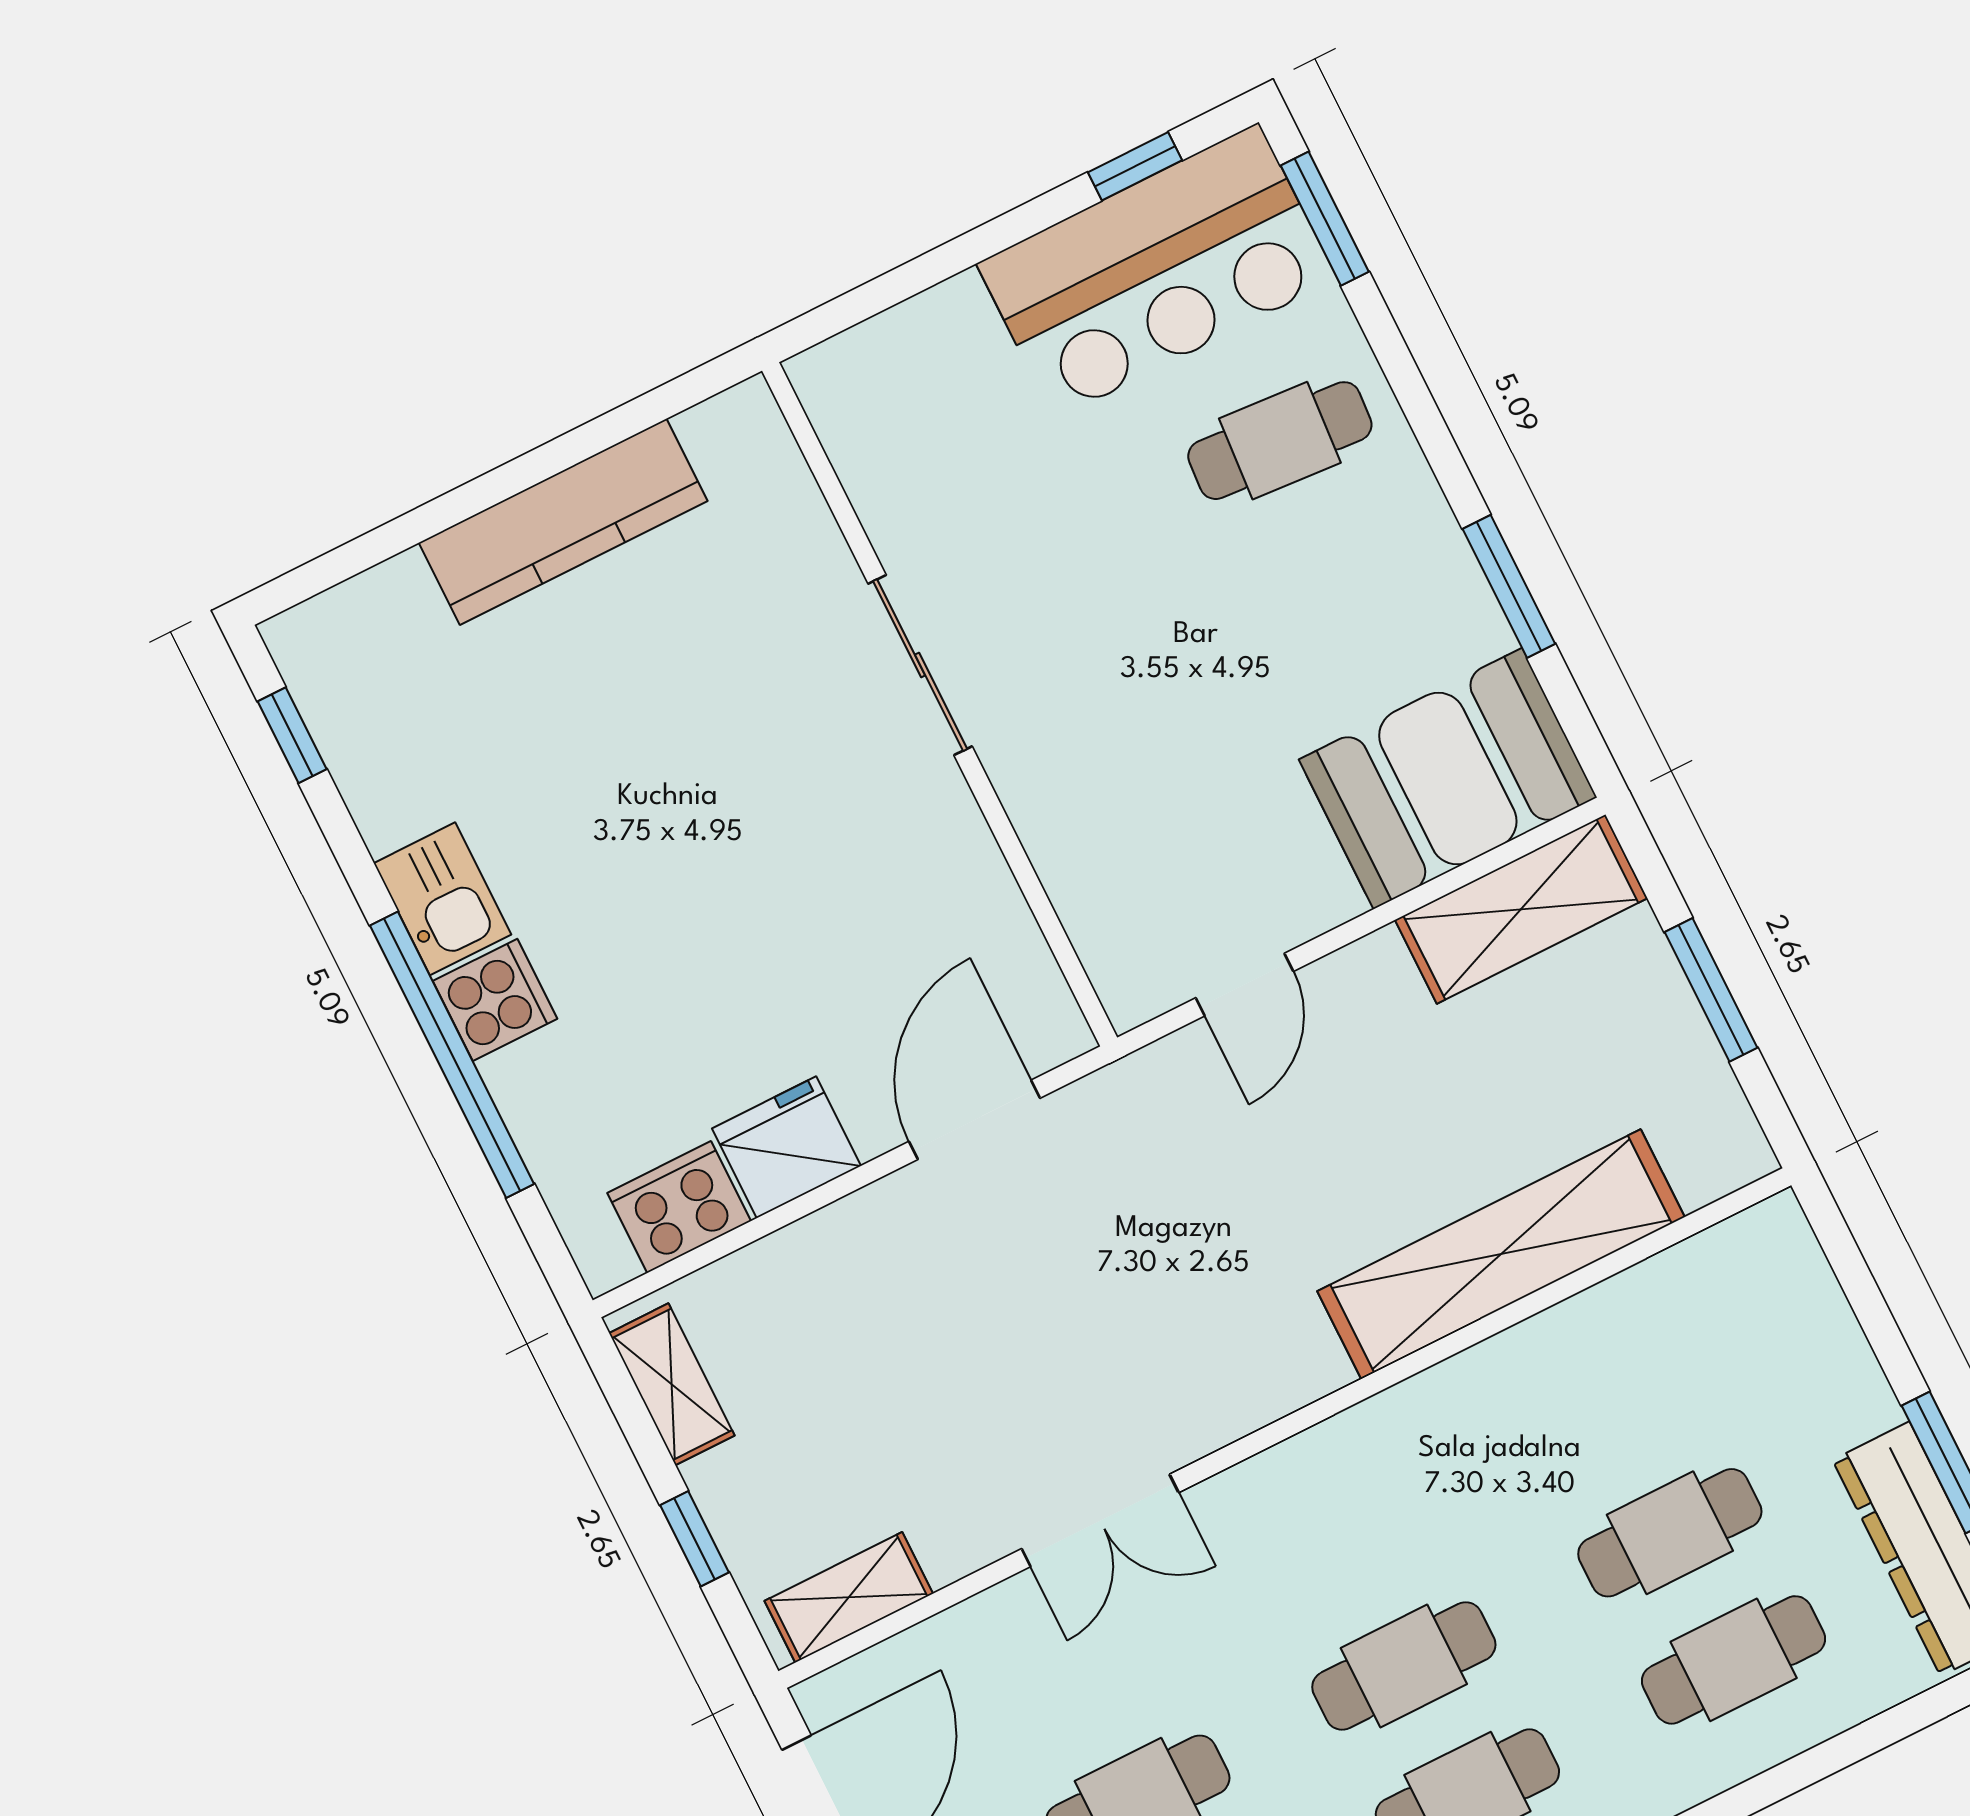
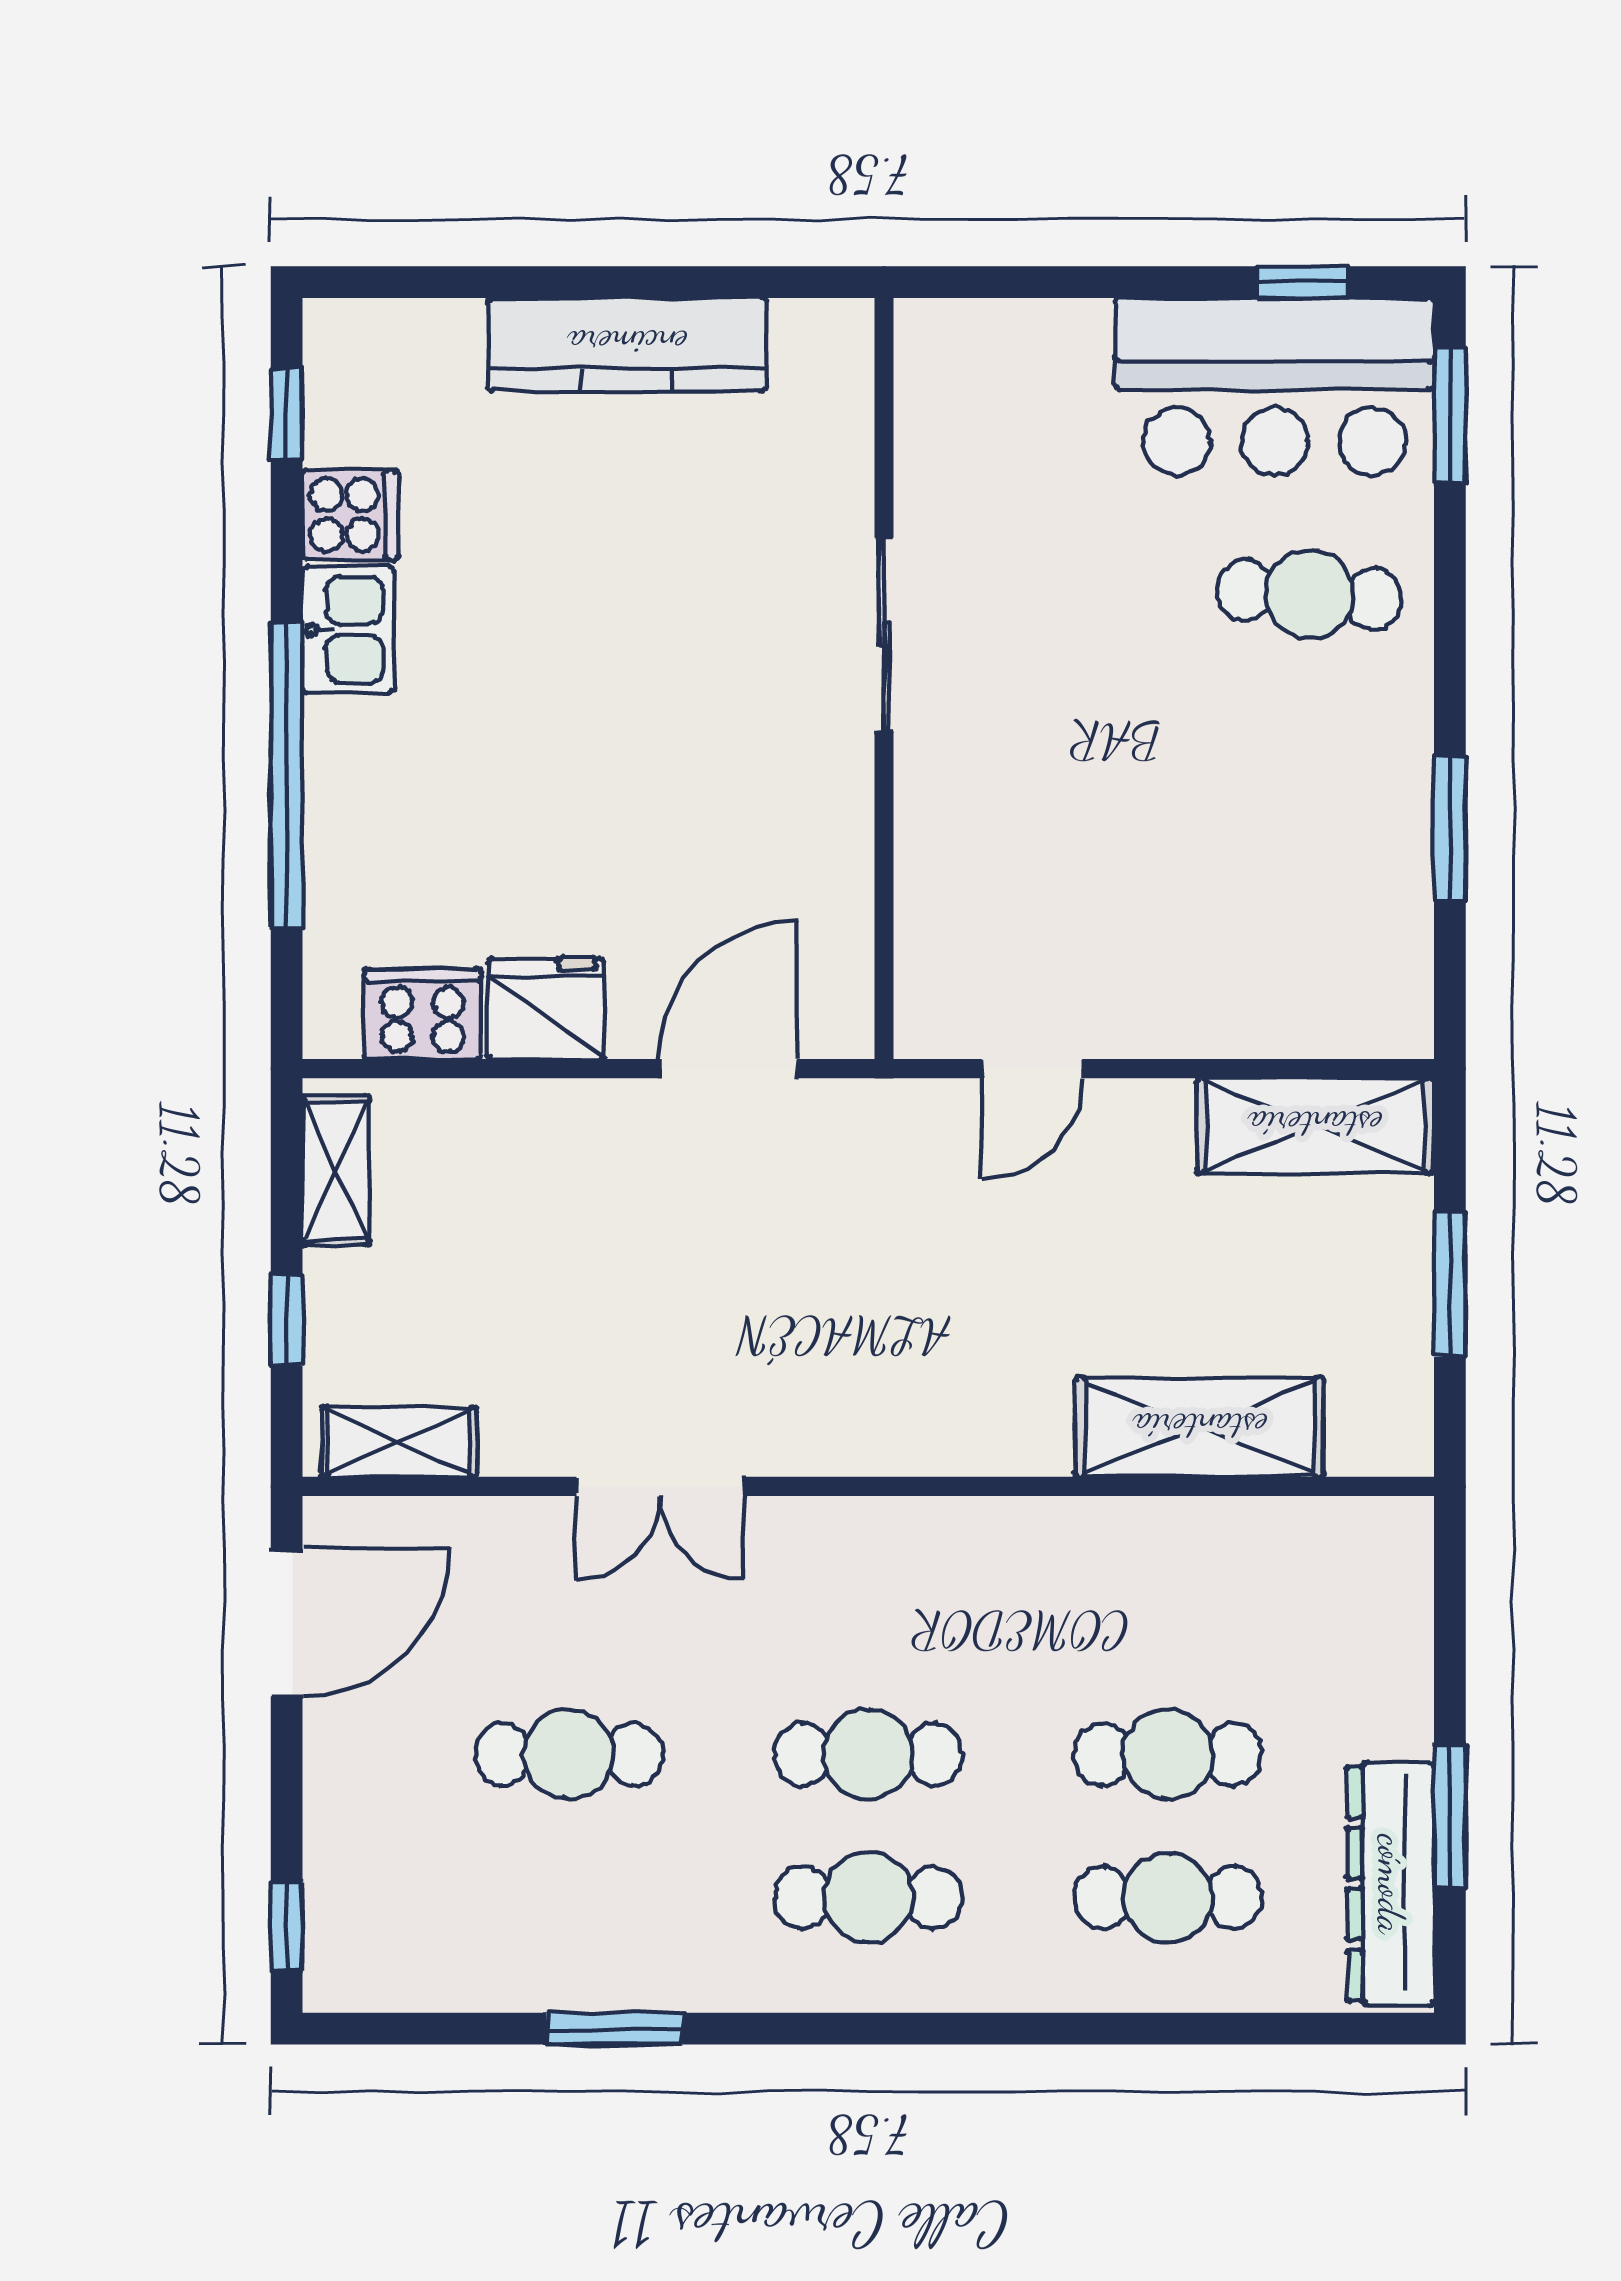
booth: (1448, 779) -> (1308, 975), removed
cooker: (495, 1000) -> (350, 515), moved
shelving: (1501, 1254) -> (1200, 1427), width x0.68

